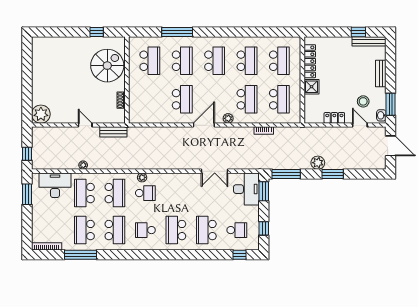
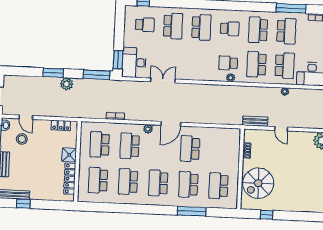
locker: (334, 118) -> (61, 125), moved
window: (264, 228) -> (120, 25), removed
school desk: (237, 230) -> (145, 25), turned 180

